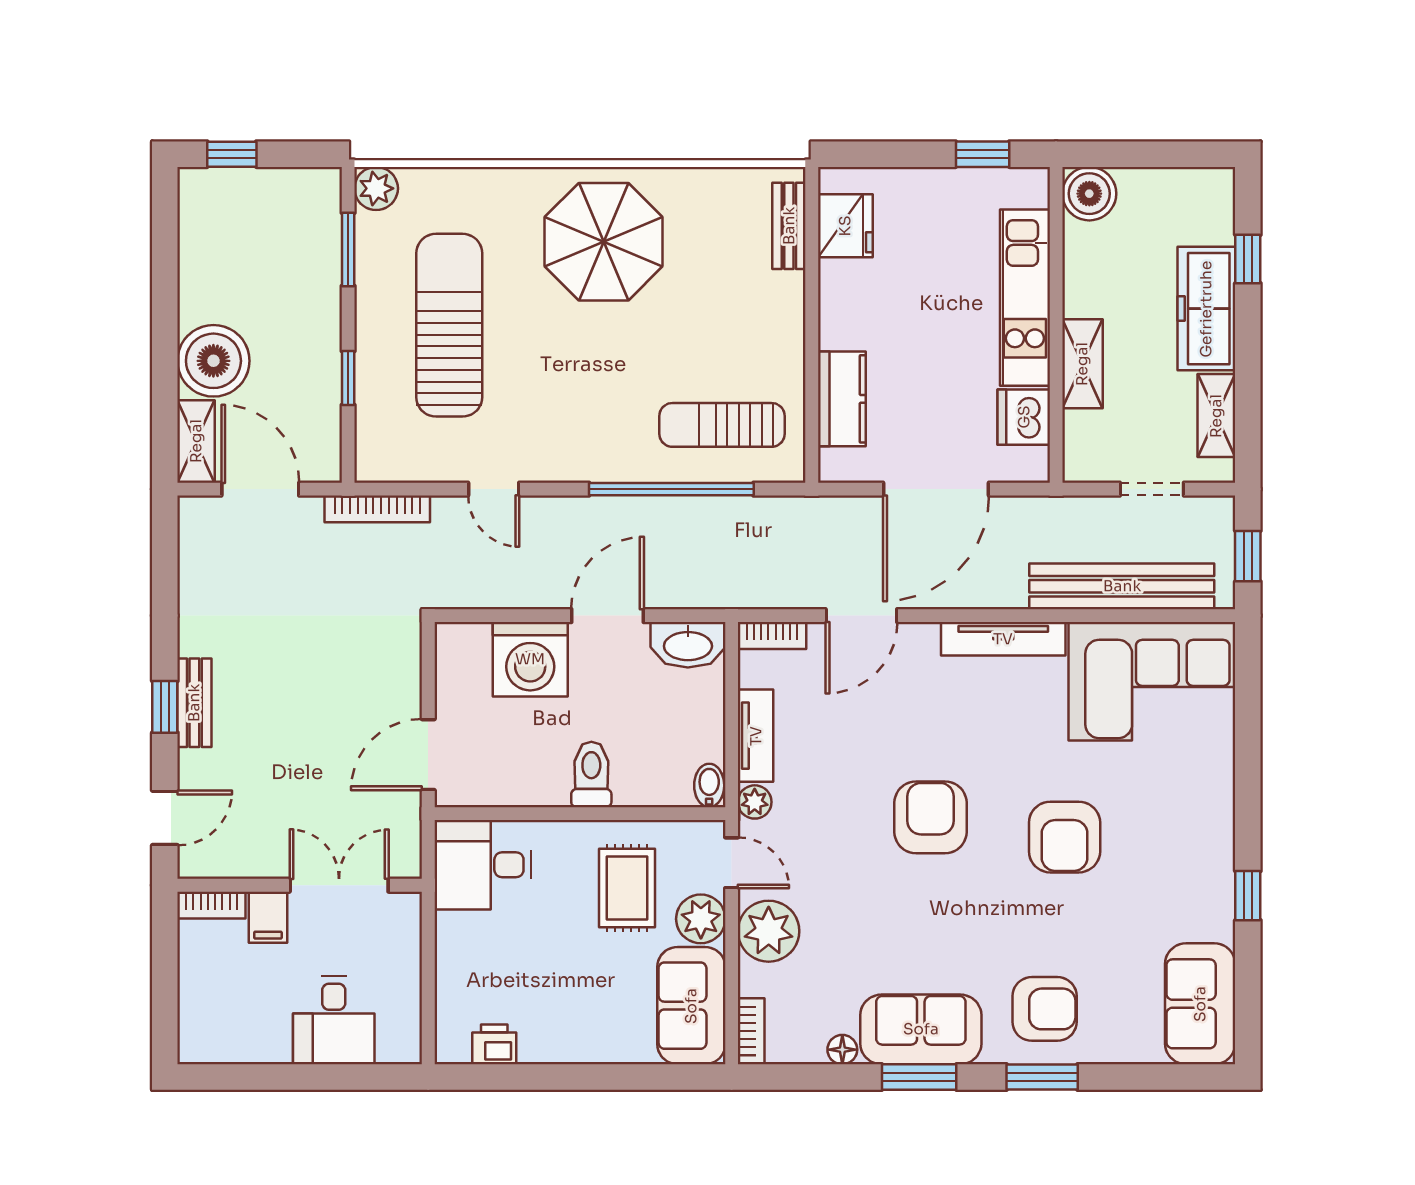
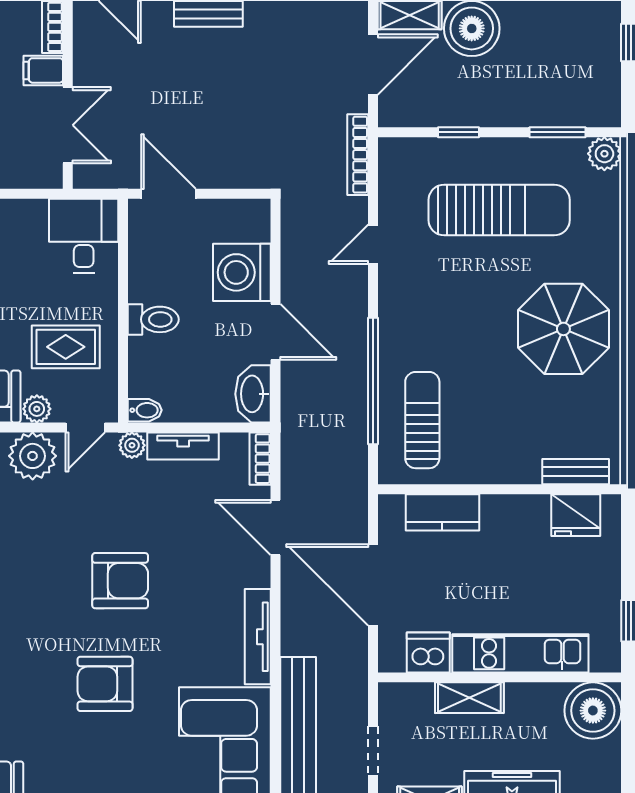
boiler: (1089, 194) -> (593, 711), width x1.37, depth x1.37
plant: (701, 919) -> (37, 409), width x0.73, depth x0.73

